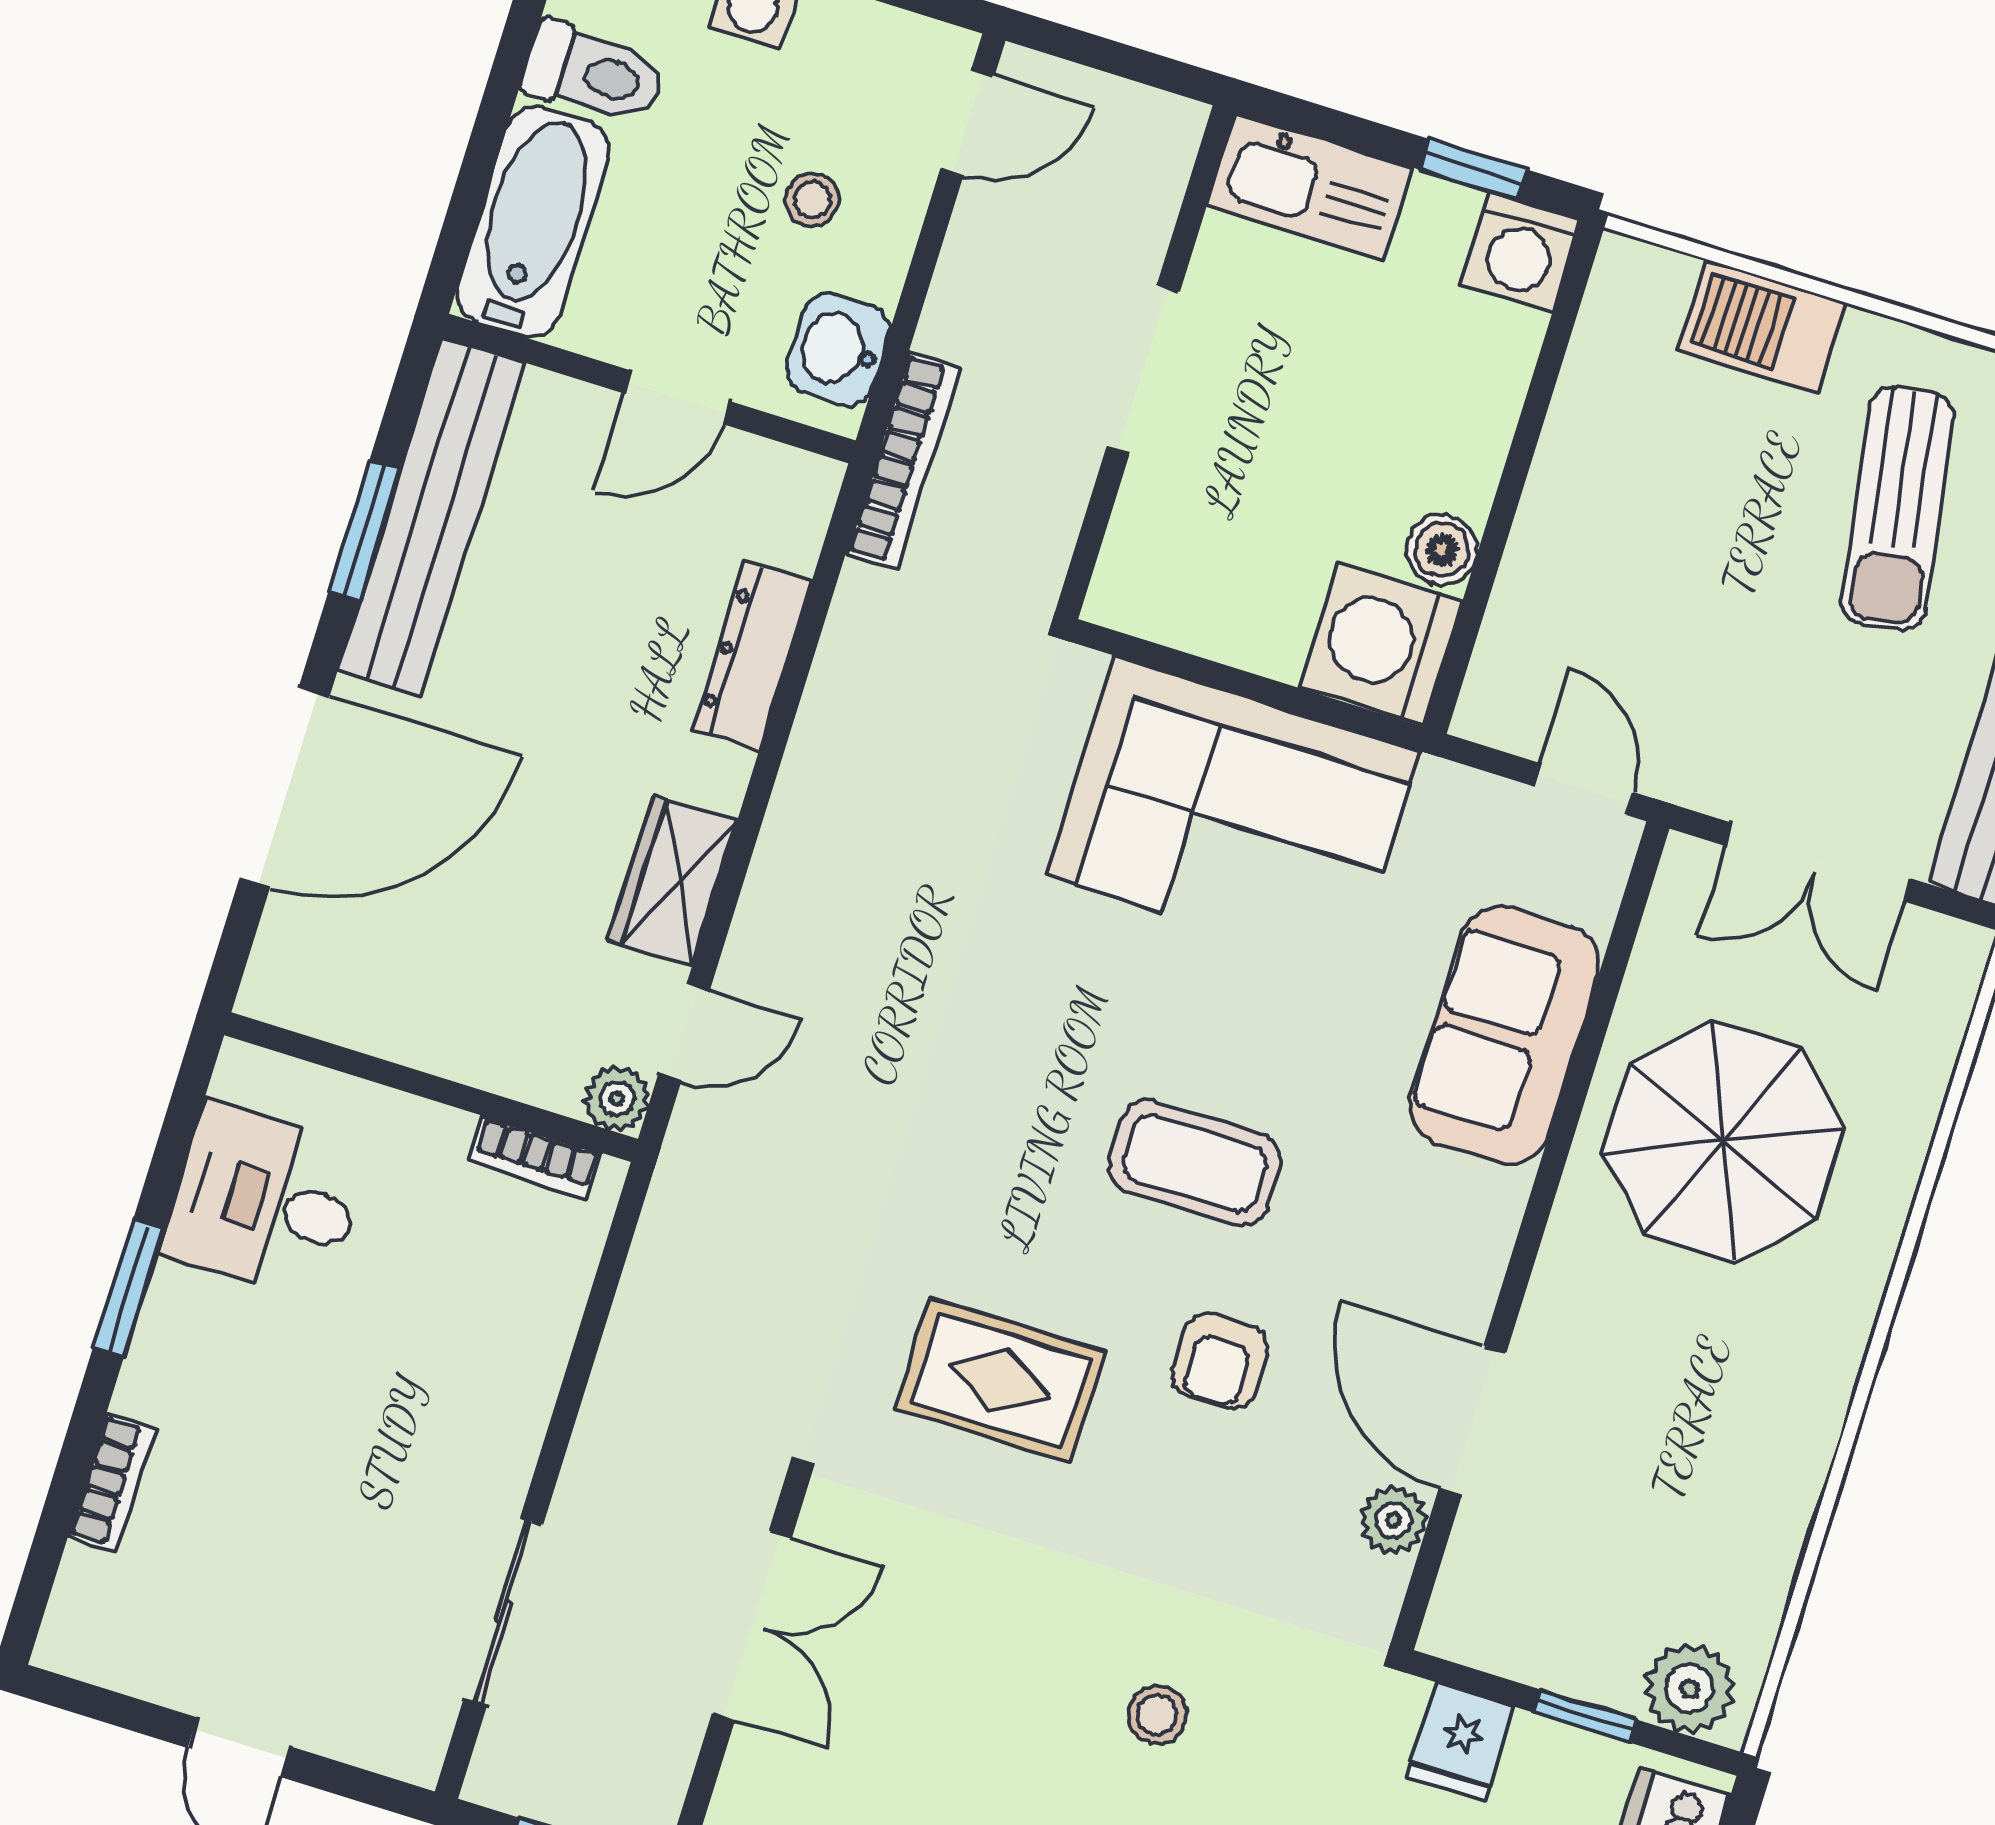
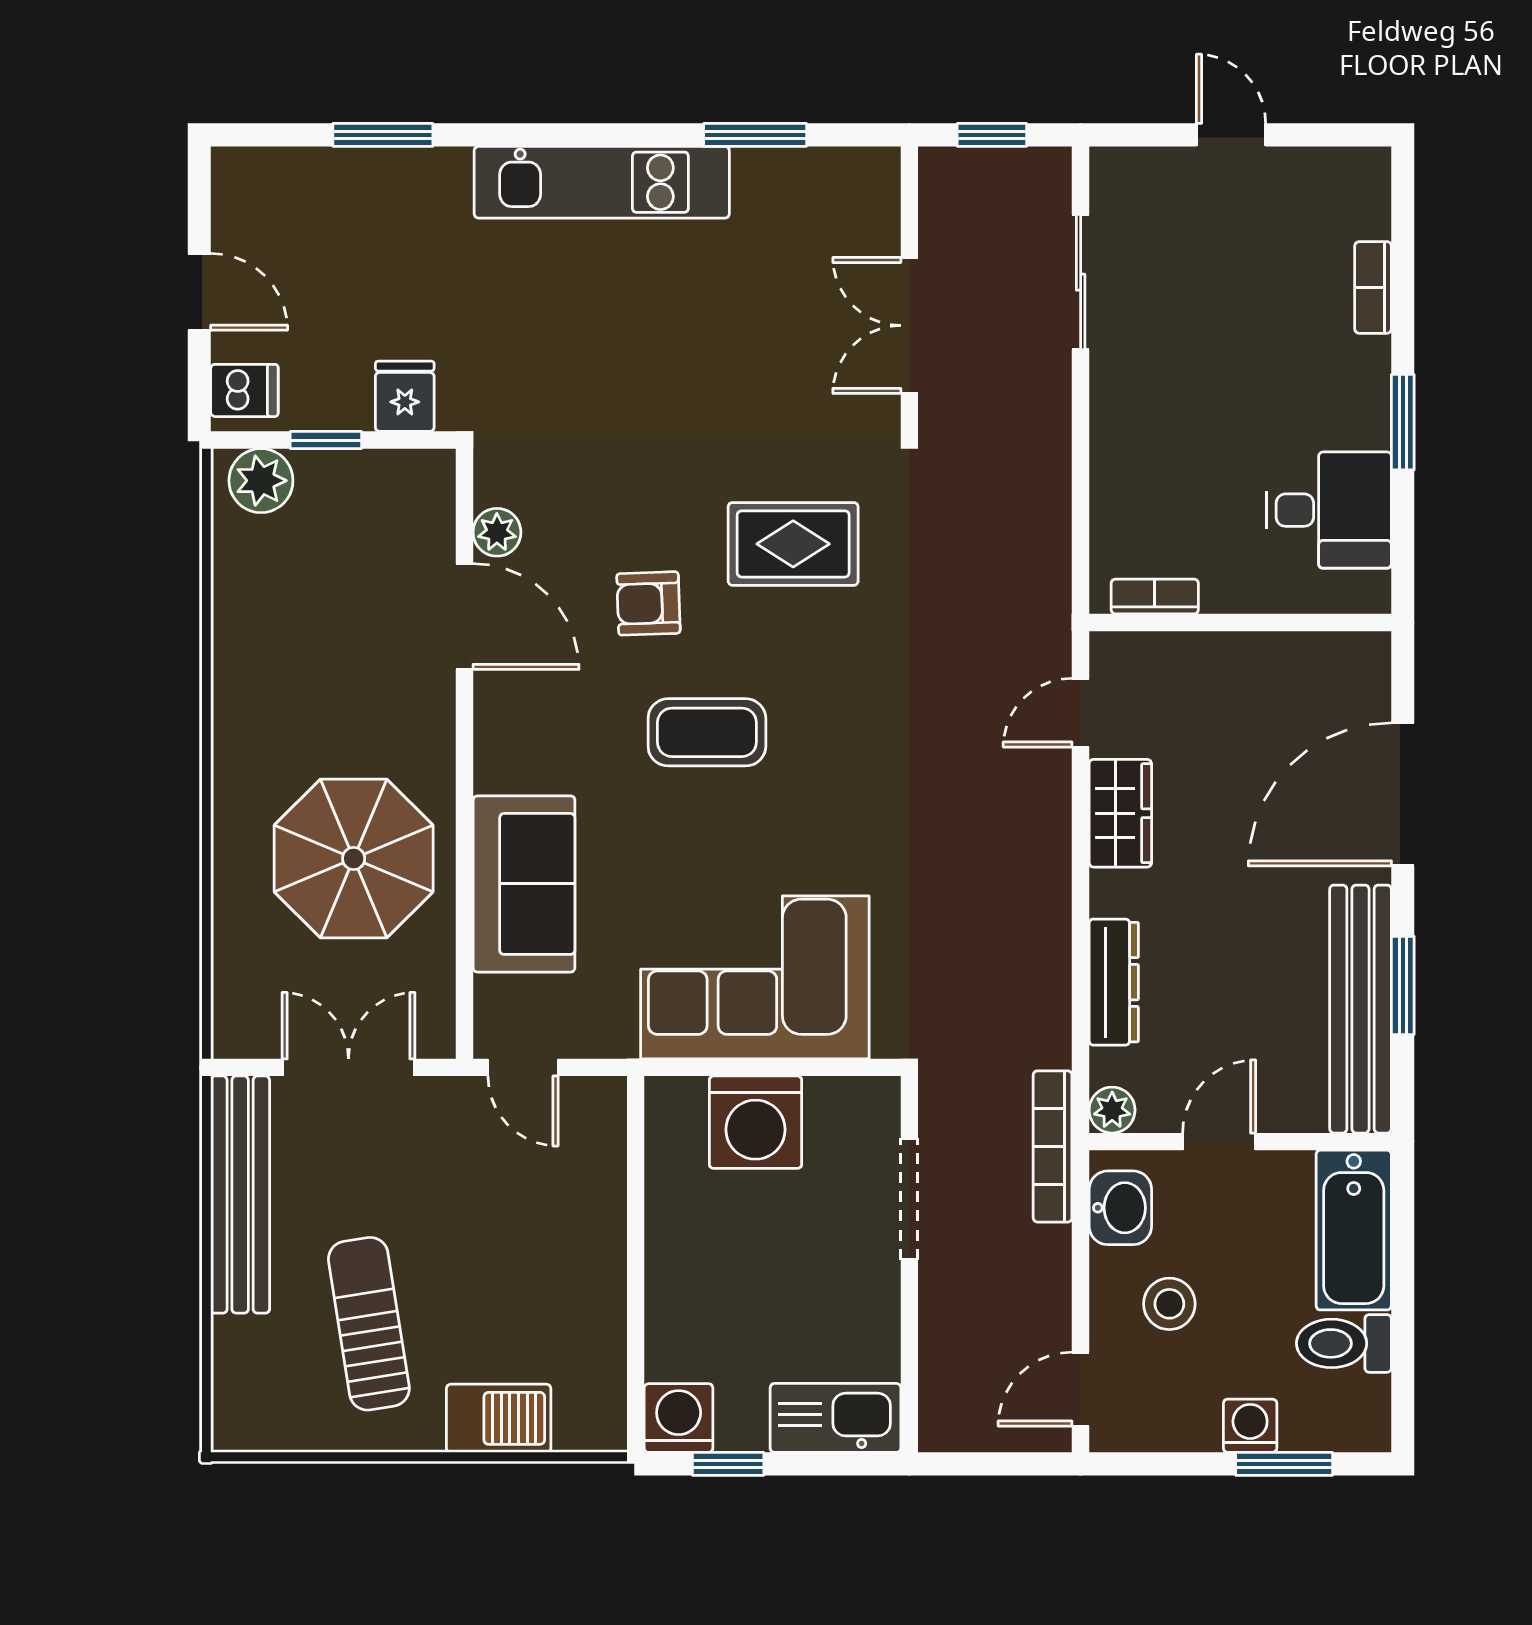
stool: (812, 200) -> (1169, 1304), width x1.37, depth x1.37
doorway: (1143, 370) -> (909, 1199), moved
boiler: (1442, 550) -> (669, 1200), removed
washing machine: (1381, 643) -> (756, 1122), moved, turned 90
plant: (617, 1098) -> (1112, 1110), moved
armchair: (1220, 1361) -> (648, 603), turned -92
stool: (1157, 1715) -> (616, 351), removed

